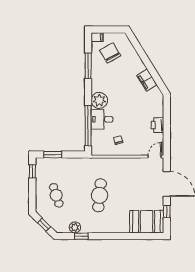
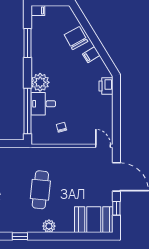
chair: (110, 53) -> (76, 38), moved
filing cabinet: (147, 80) -> (91, 55), width x0.50
printer: (157, 125) -> (106, 86), moved
door: (155, 157) -> (103, 146), hinge flipped
plant: (75, 227) -> (49, 226), moved

